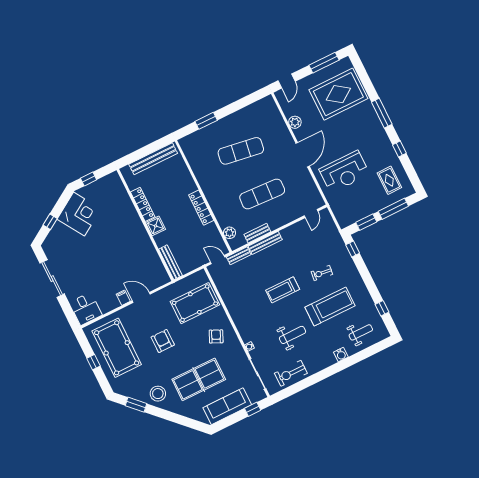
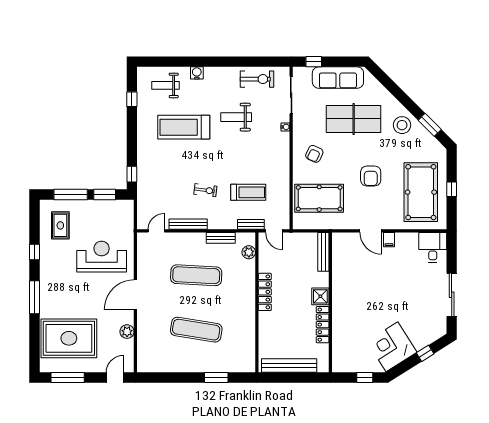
bench: (265, 243) -> (188, 224), moved
exercise bike: (322, 273) -> (205, 190), moved
treadmill: (283, 290) -> (248, 192), moved

